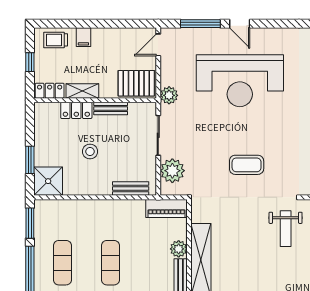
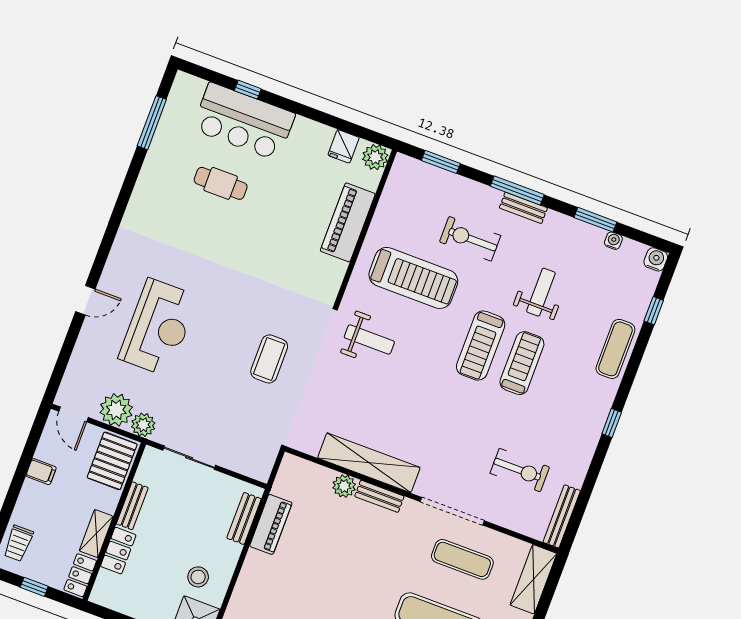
window: (200, 24) -> (67, 350), removed
filing cabinet: (83, 37) -> (41, 472), moved
reception desk: (240, 81) -> (158, 327), width x0.74, depth x0.77
stool: (90, 151) -> (198, 577), moved
plant: (172, 171) -> (116, 410), moved
piano: (167, 208) -> (271, 524), moved
exercise mat: (110, 263) -> (329, 580), removed

